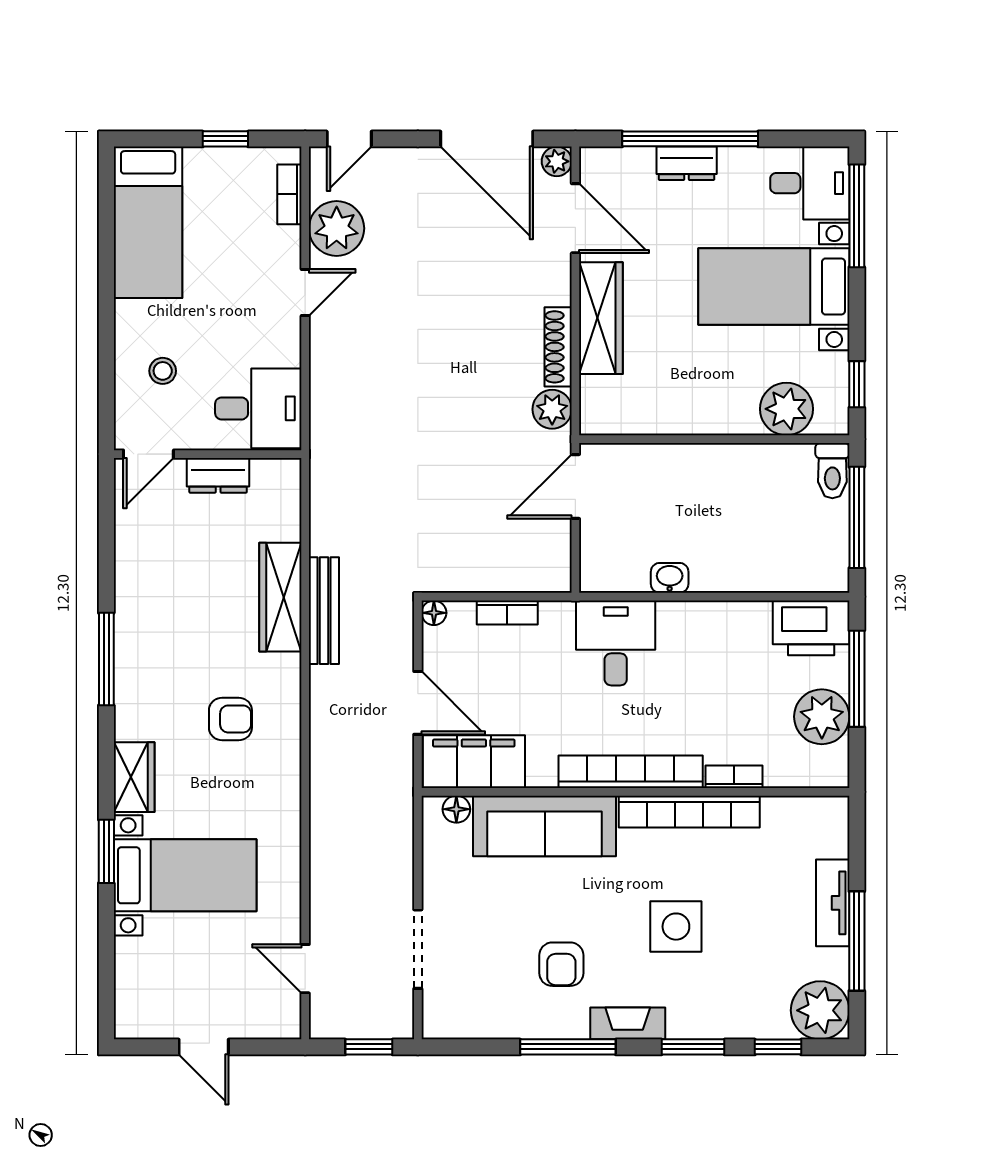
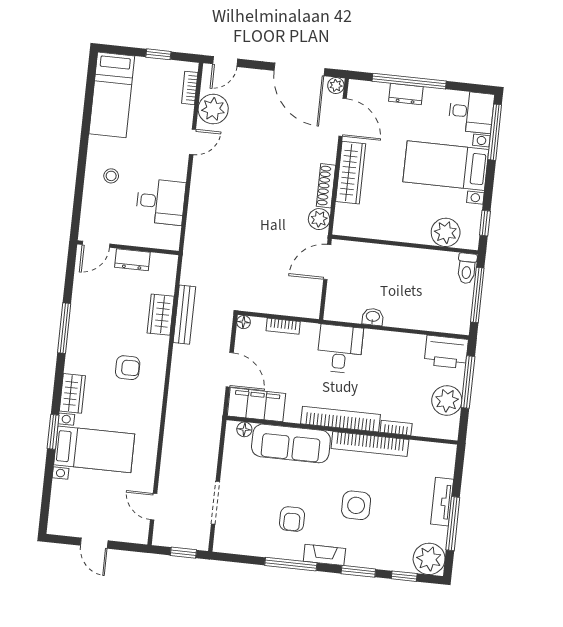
door: (148, 454) -> (96, 244), moved
wall: (208, 454) -> (128, 248), moved
dresser: (218, 475) -> (132, 260), moved
wardrobe: (280, 597) -> (161, 315), width x0.67

